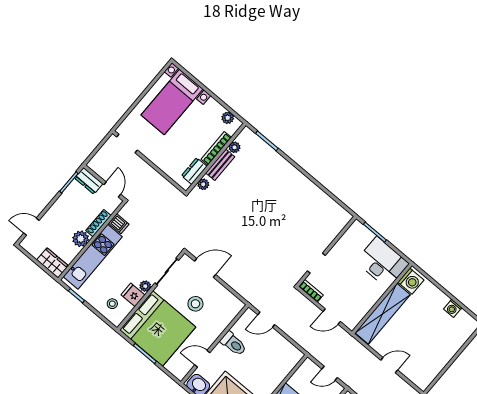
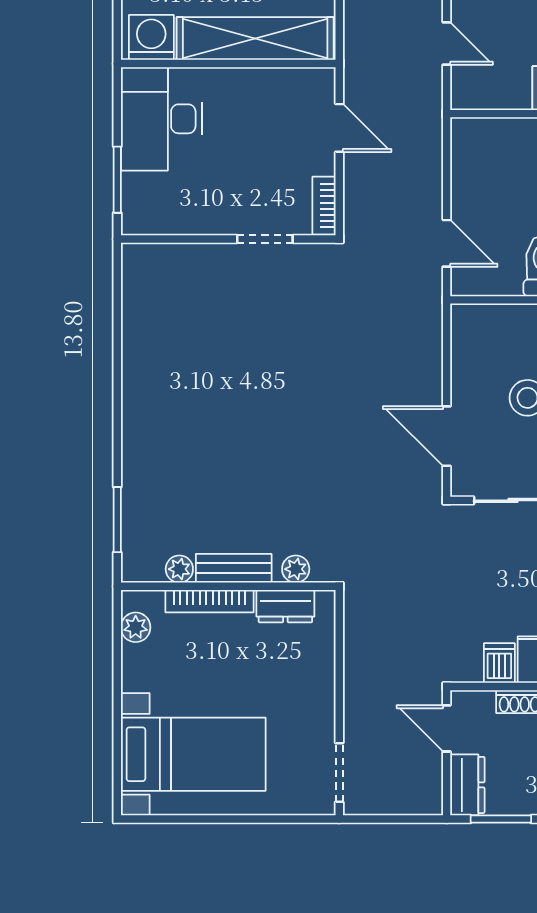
door: (112, 189) -> (447, 728), hinge flipped

